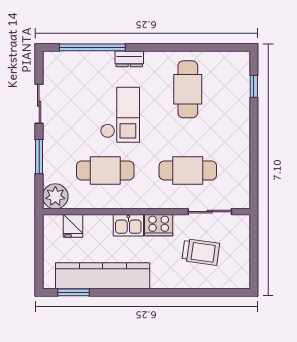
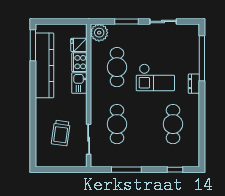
cafe table: (188, 89) -> (173, 124), turned 90
window: (254, 157) -> (126, 170), added
cooker: (159, 225) -> (79, 62), moved
window: (73, 292) -> (33, 45), width x1.44

